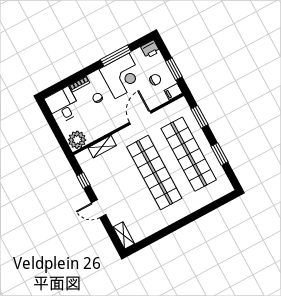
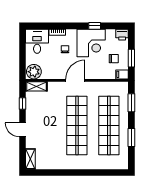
window: (116, 56) -> (95, 26), width x0.46
door: (140, 118) -> (75, 80), moved
shelving: (102, 147) -> (36, 86), moved

